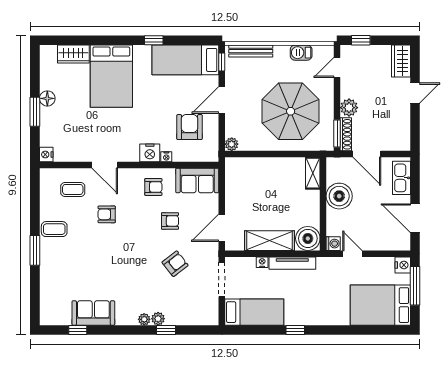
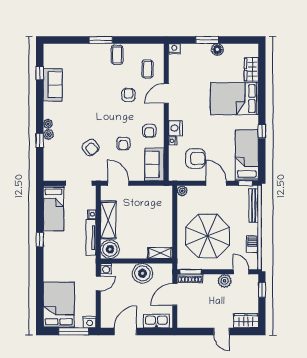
plant: (349, 108) -> (225, 281), moved

